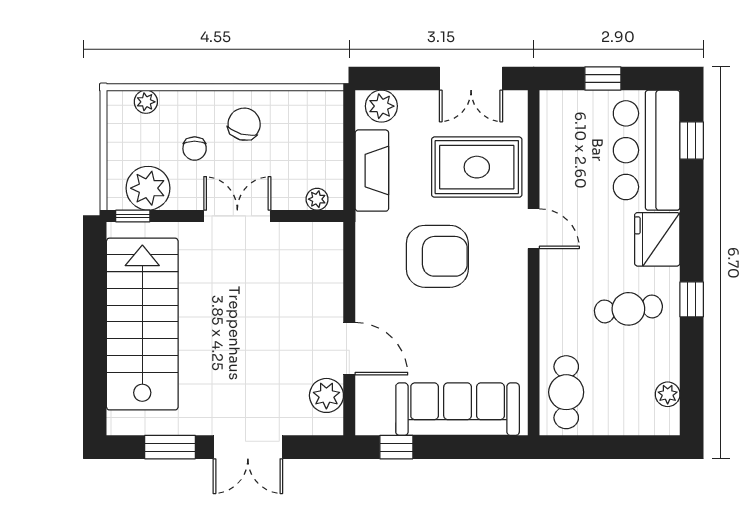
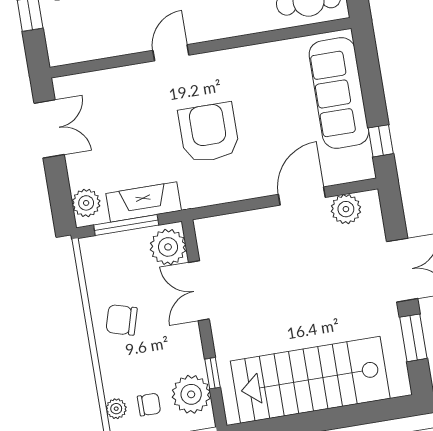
window: (349, 147) -> (126, 225), added
chair: (195, 149) -> (149, 405), moved
rug: (477, 167) -> (125, 111), removed
plant: (317, 199) -> (168, 247), width x1.88, depth x1.88
window: (133, 216) -> (213, 373), moved
double door: (237, 216) -> (199, 291), moved

